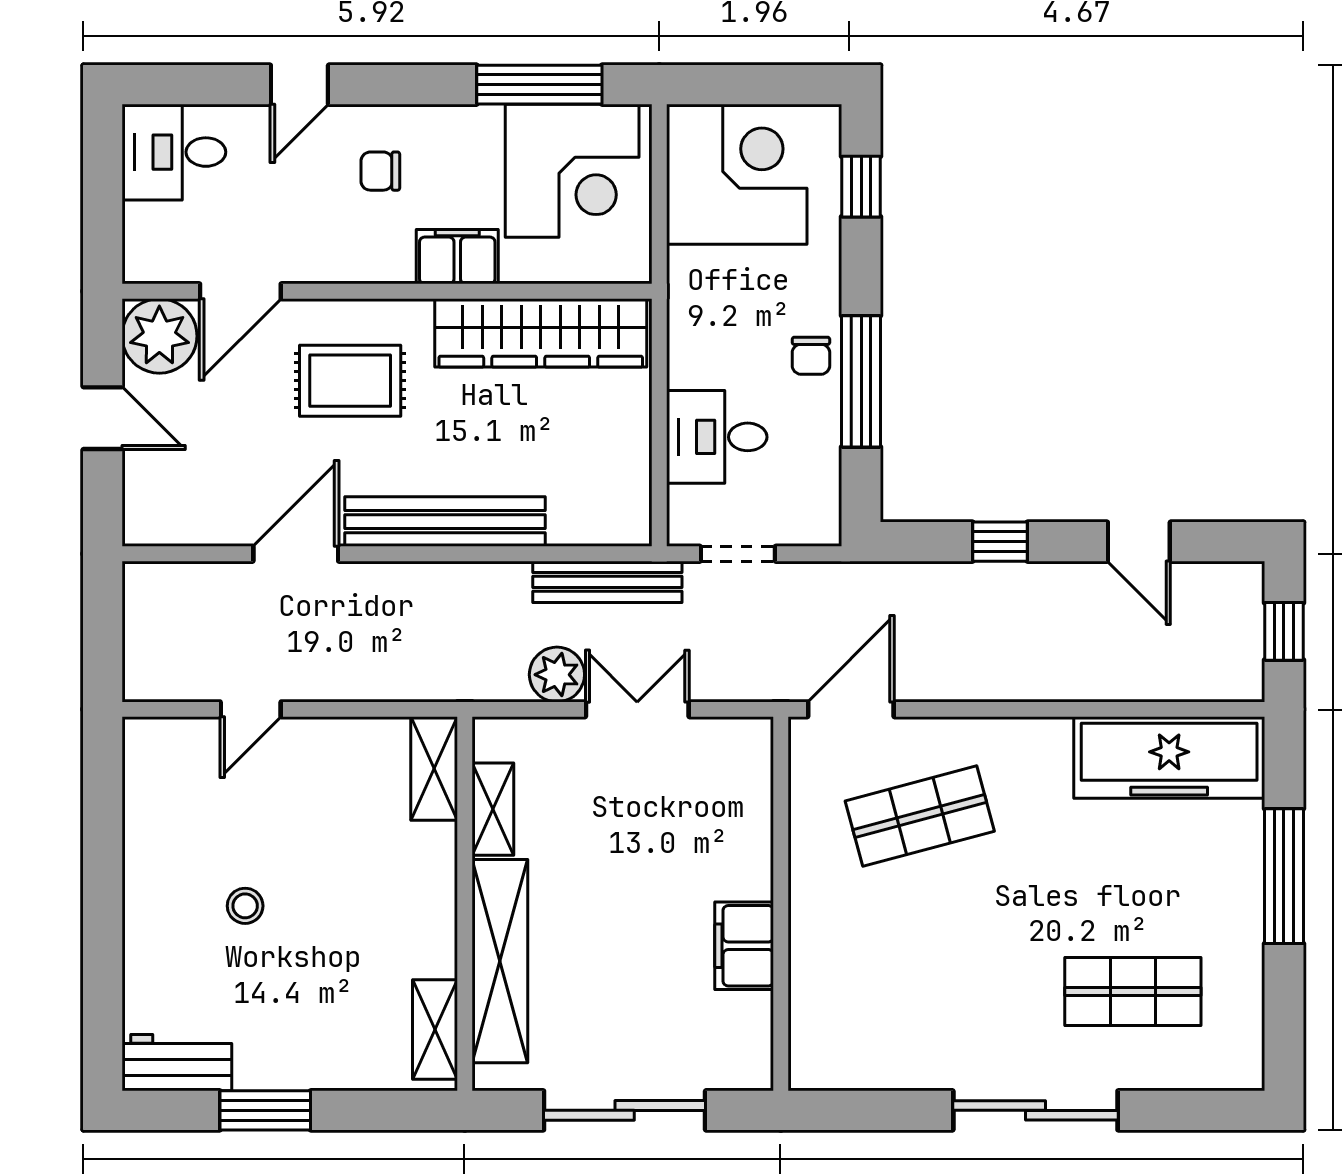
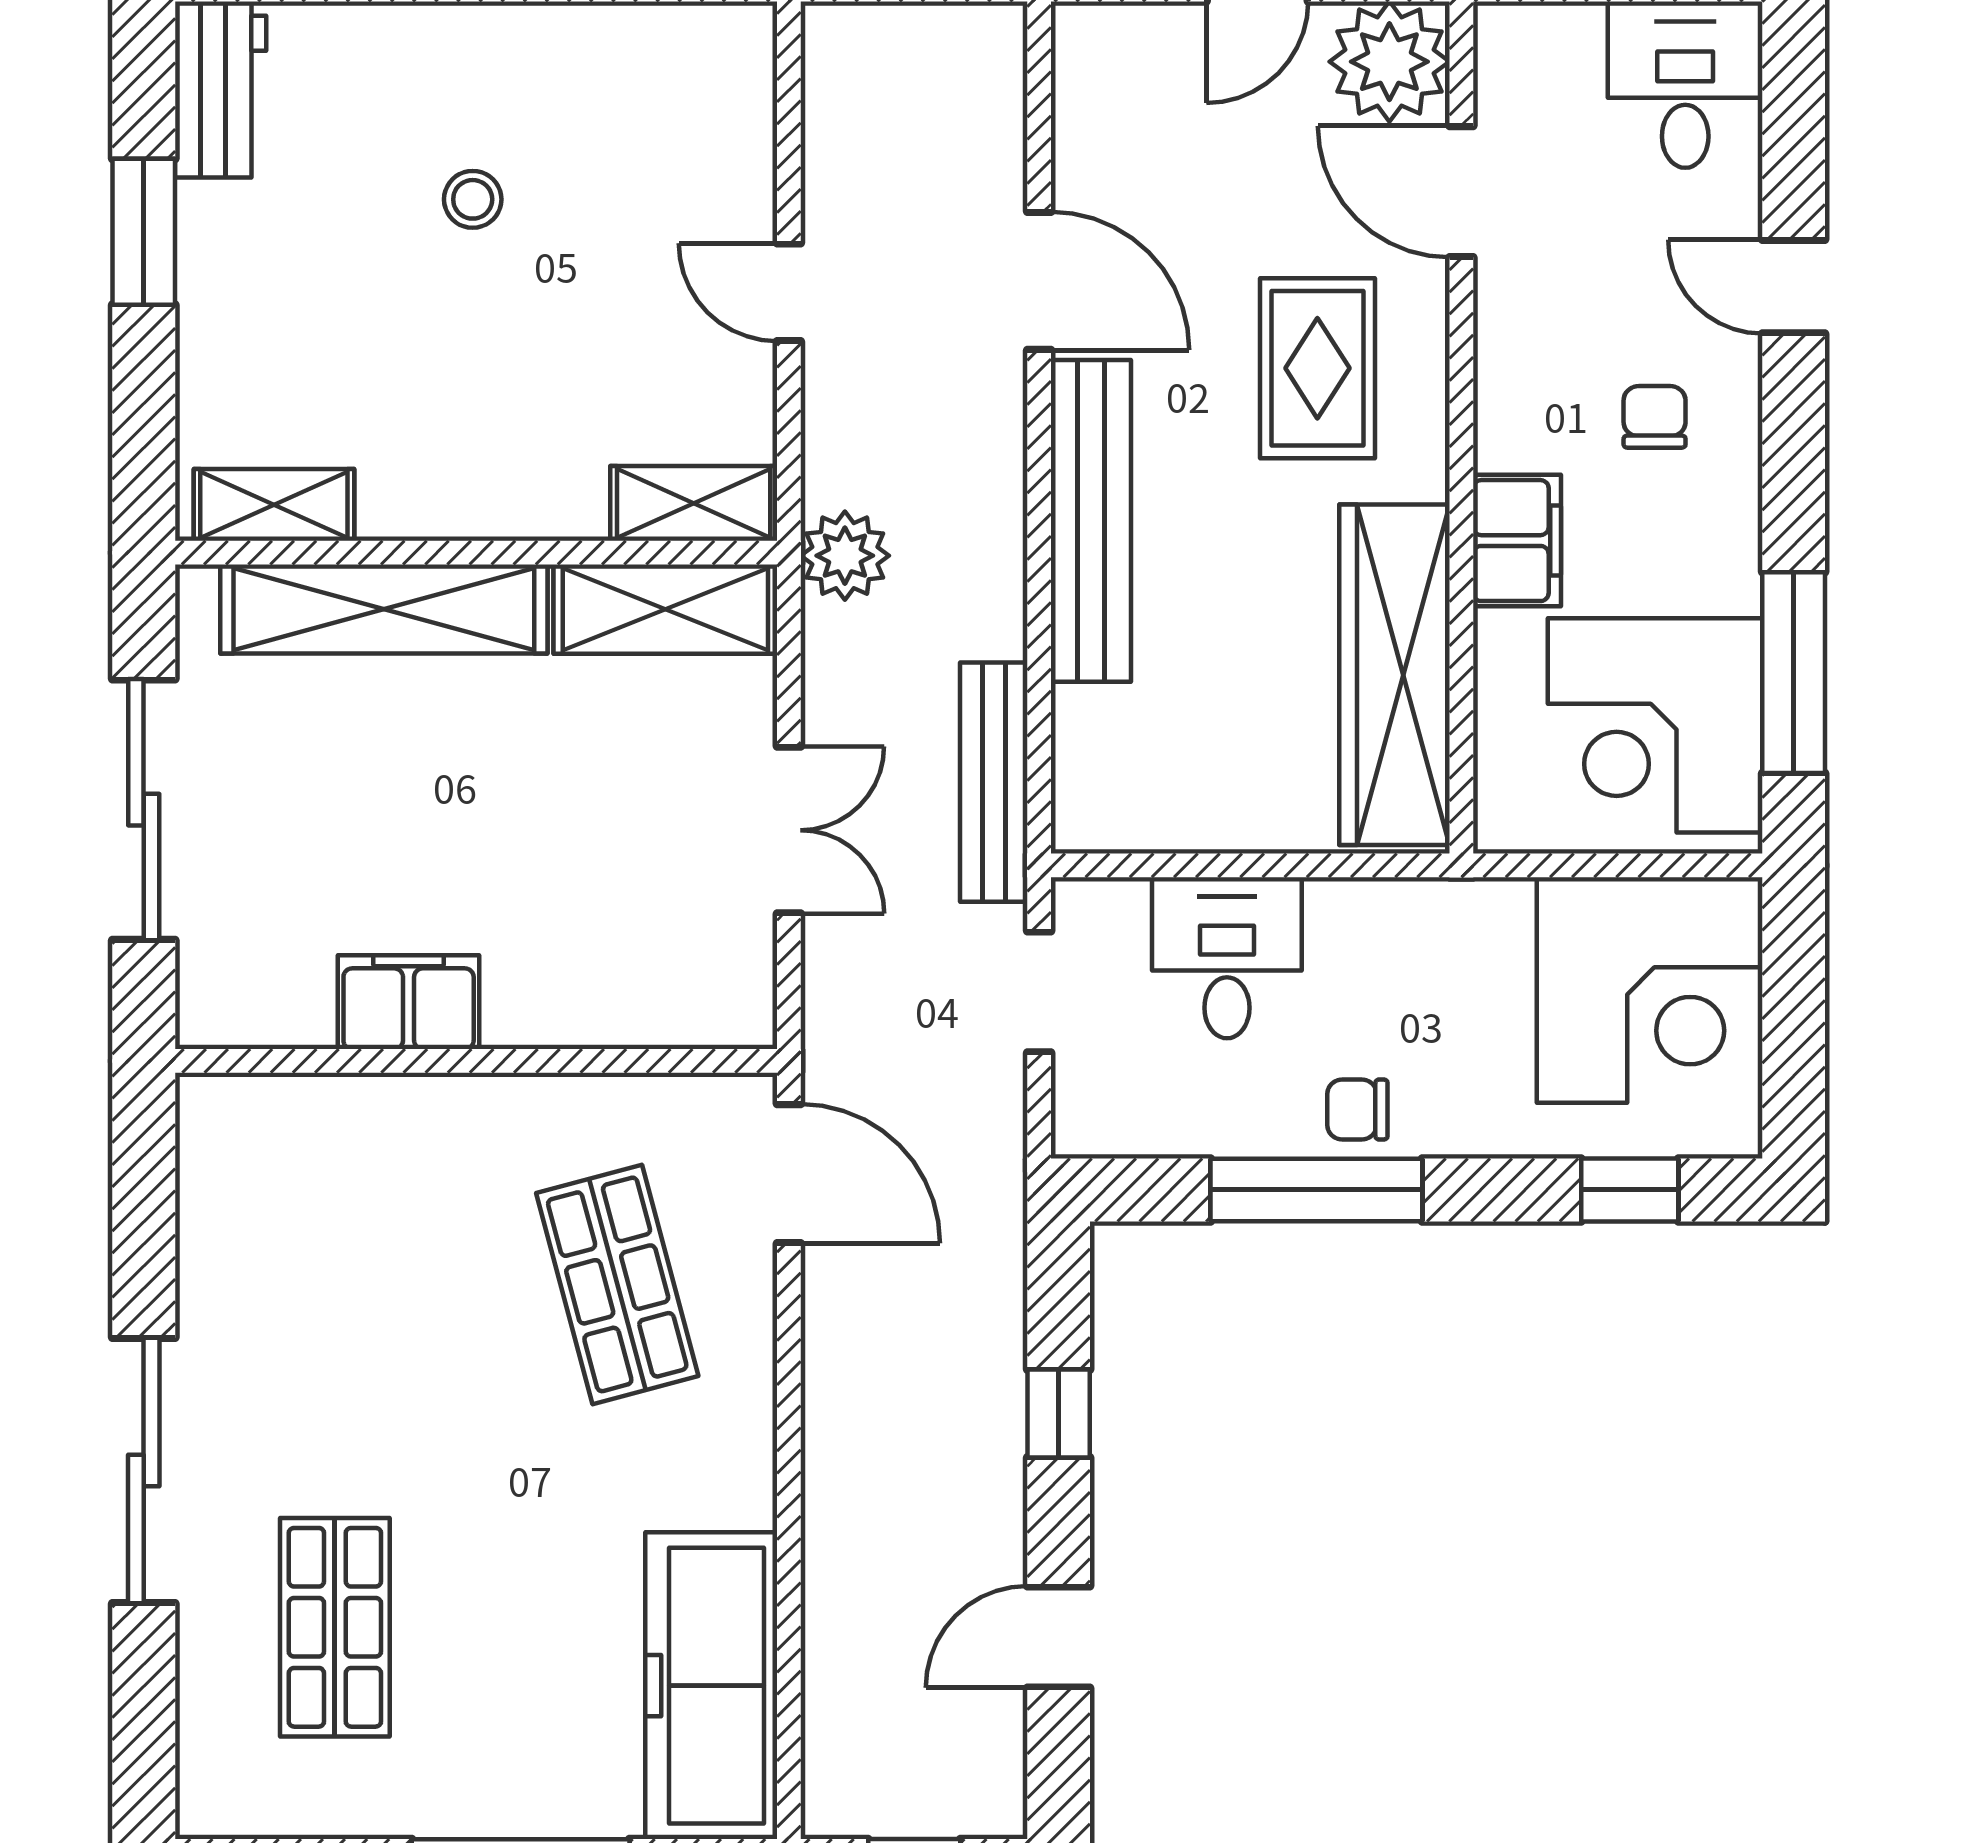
plant: (557, 675) -> (845, 556), moved
door: (251, 709) -> (789, 292), moved
shelving: (493, 809) -> (665, 609), width x1.50, depth x1.33

